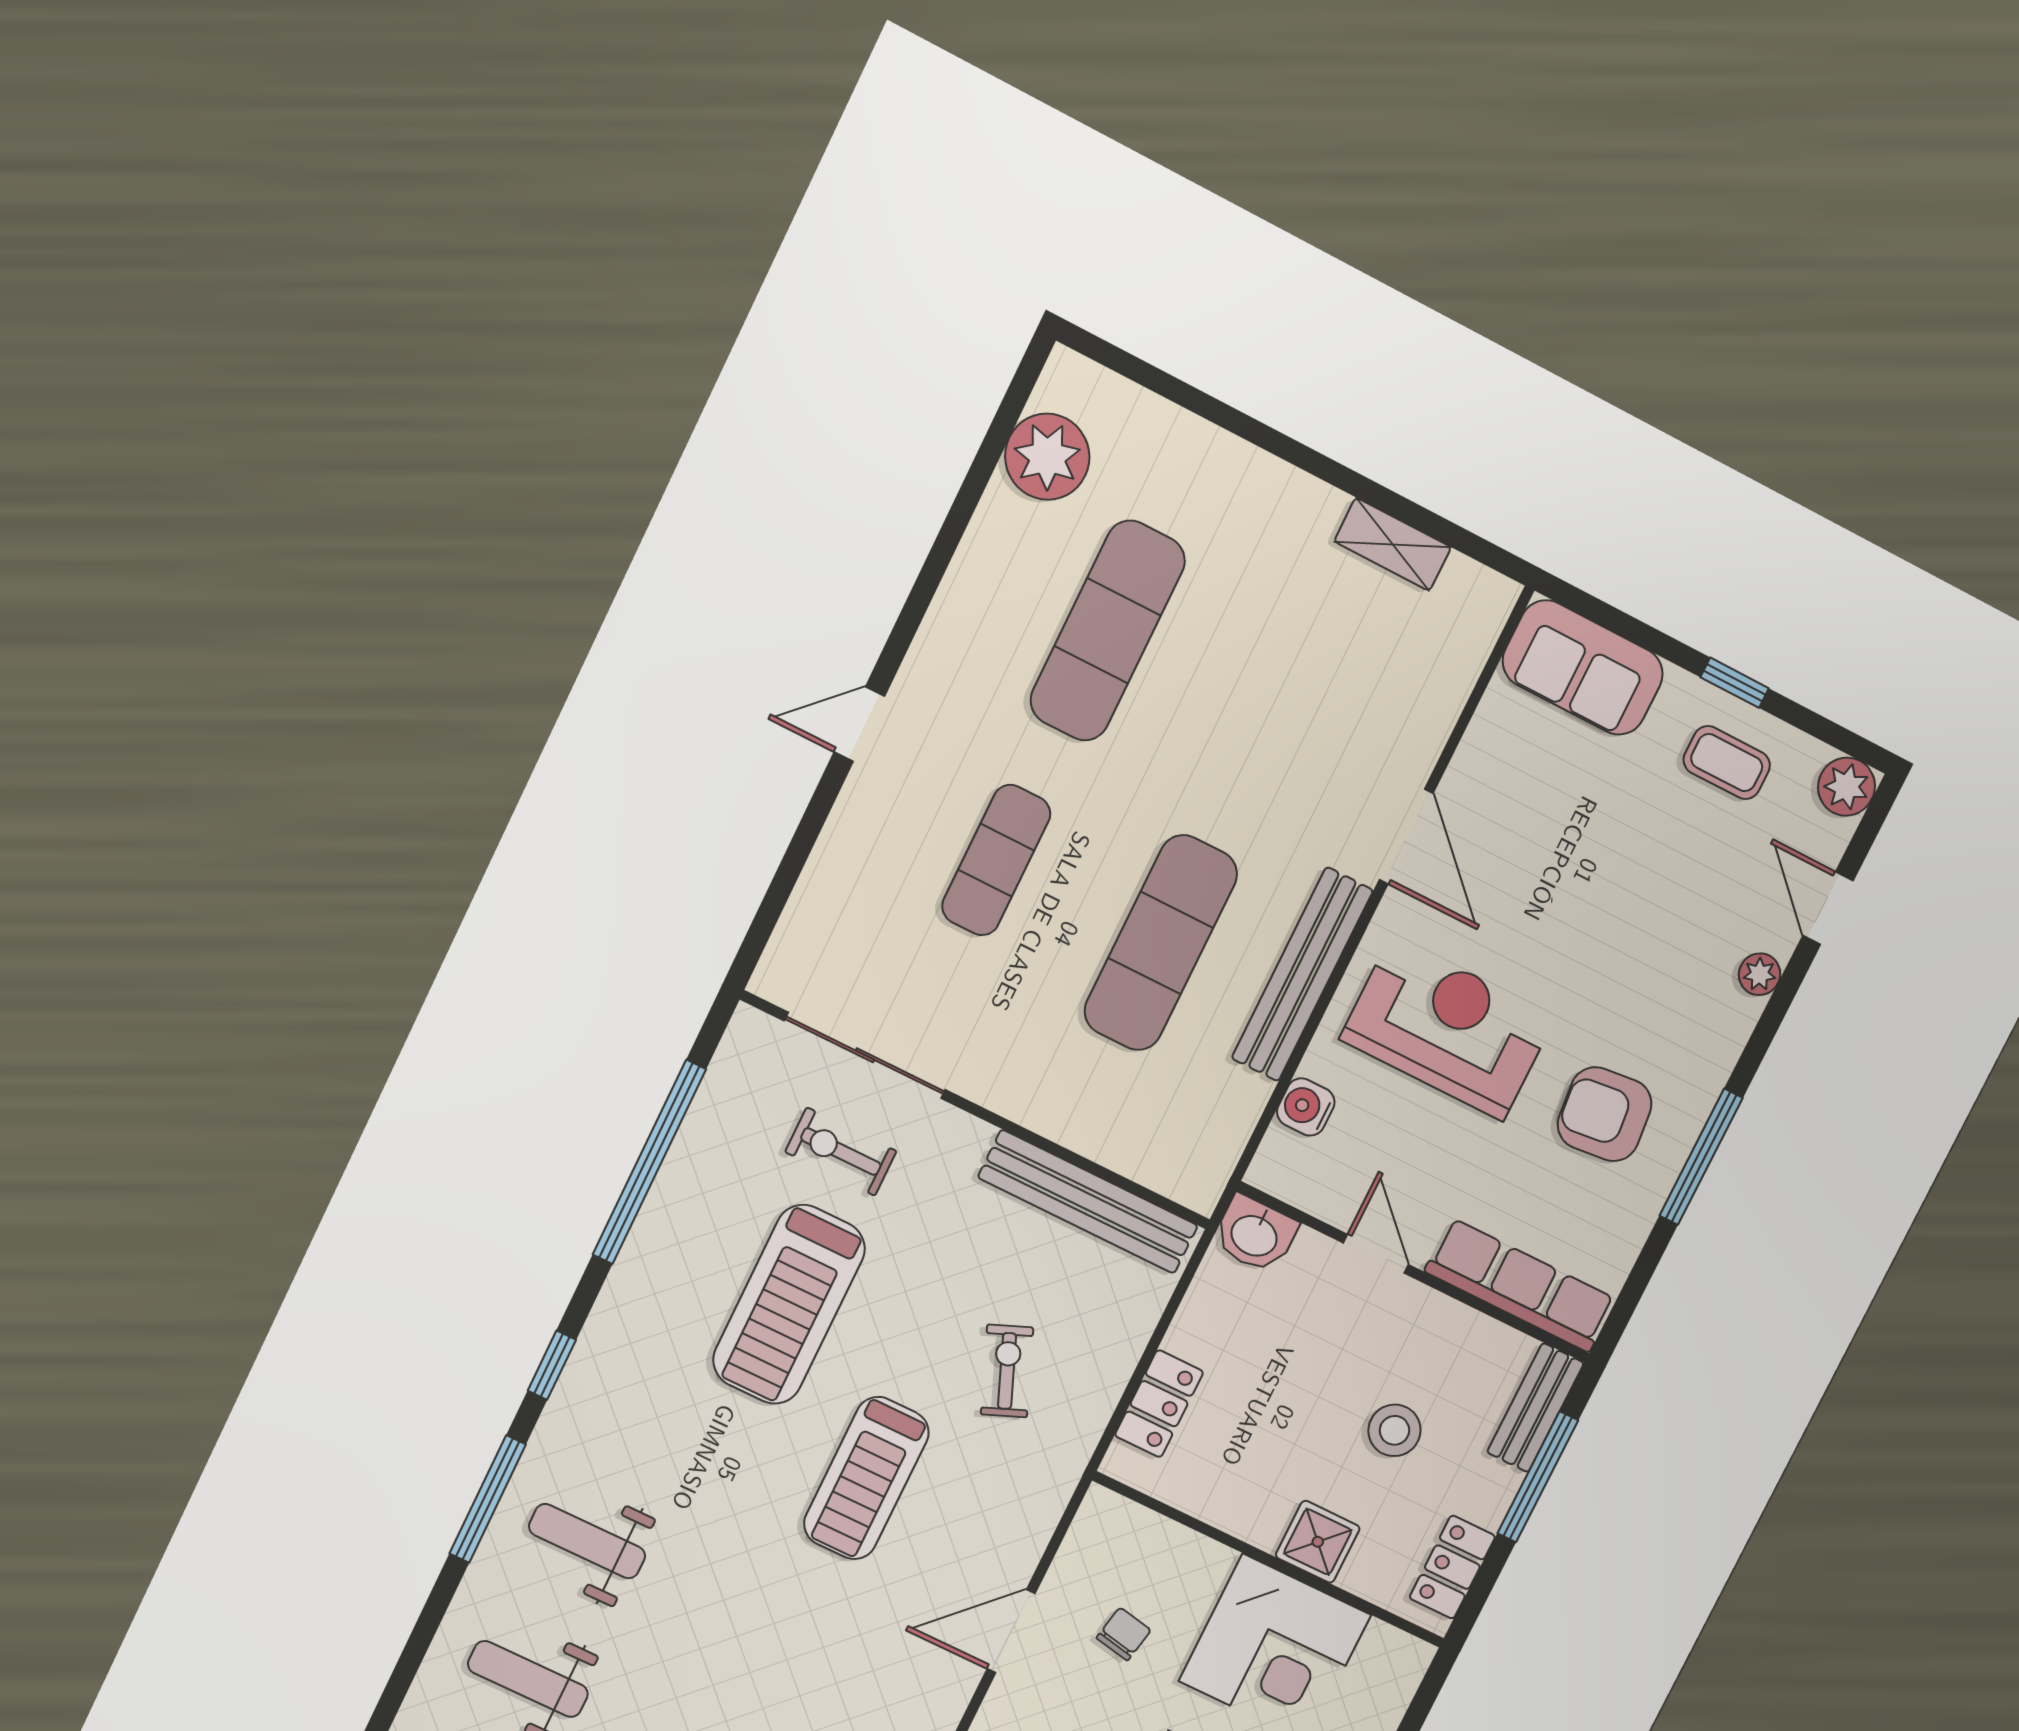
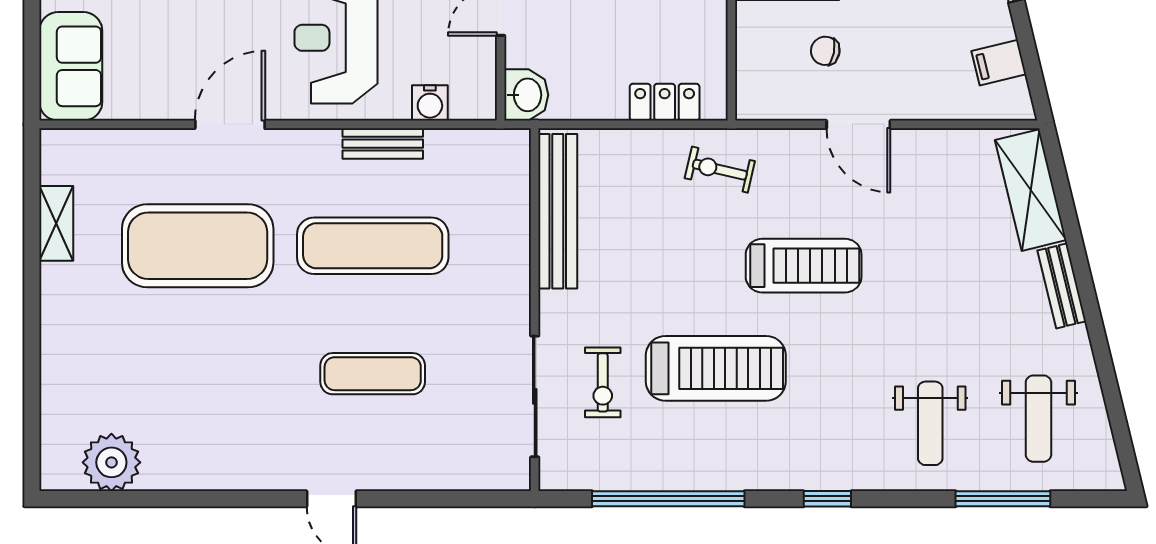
exercise mat: (1108, 631) -> (198, 246), moved, width x1.47
bench: (1302, 974) -> (383, 144), width x0.54, depth x0.82
exercise bike: (1007, 1371) -> (720, 170), moved, turned 35
window: (488, 1499) -> (1003, 499), moved

